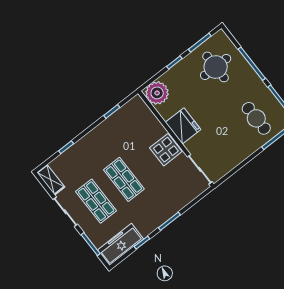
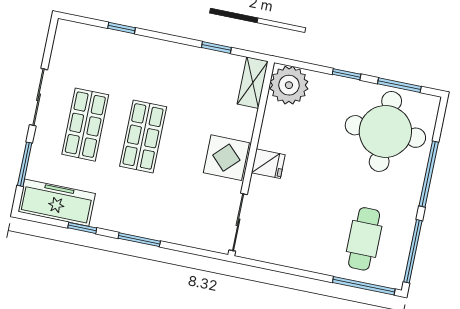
round table: (216, 67) -> (385, 131), width x1.36, depth x1.36
fridge: (183, 126) -> (268, 164), width x0.53, depth x0.75
shelving: (51, 180) -> (253, 83), moved

